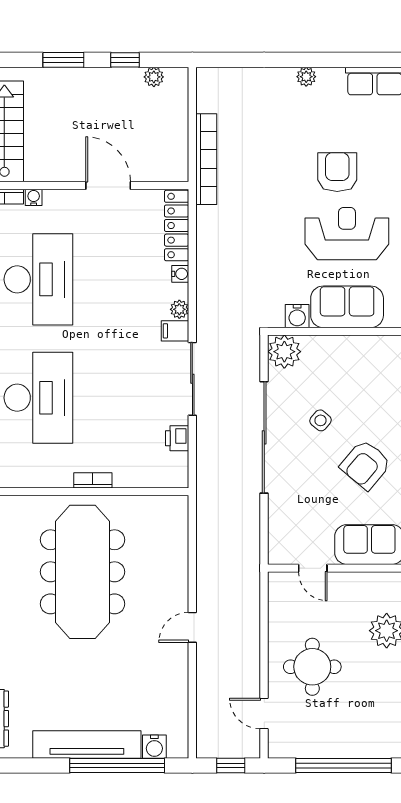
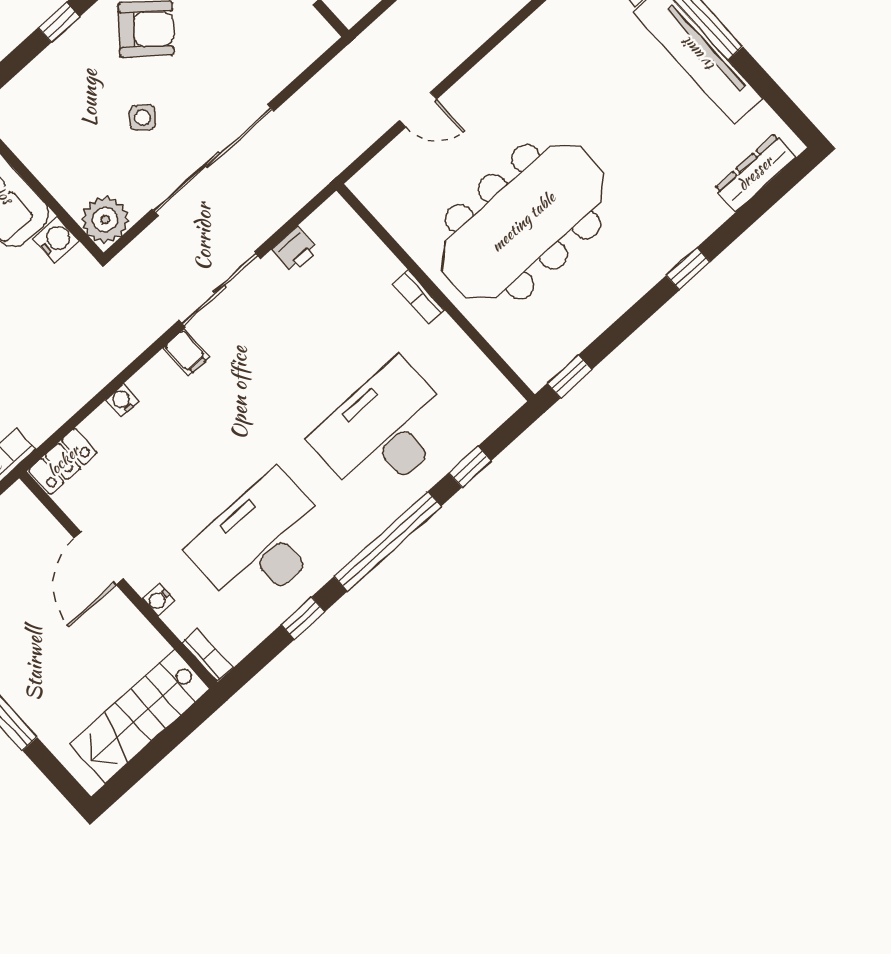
water cooler: (34, 197) -> (158, 600), moved
locker: (177, 226) -> (63, 461), width x0.66
plant: (179, 309) -> (160, 368), removed
door: (192, 627) -> (418, 110), moved

